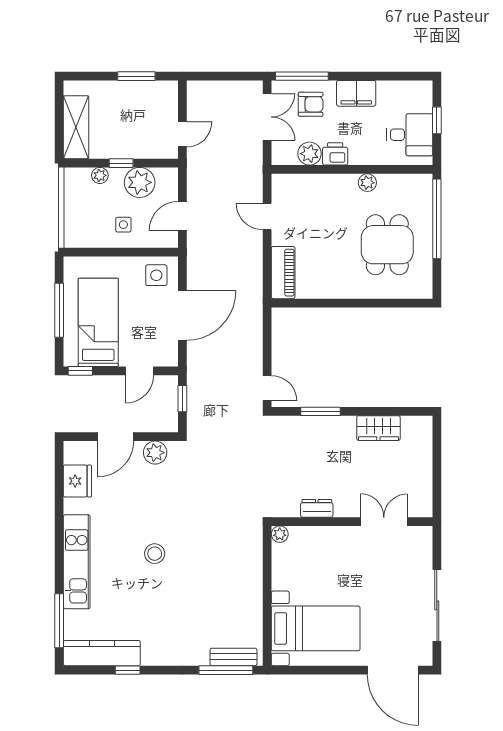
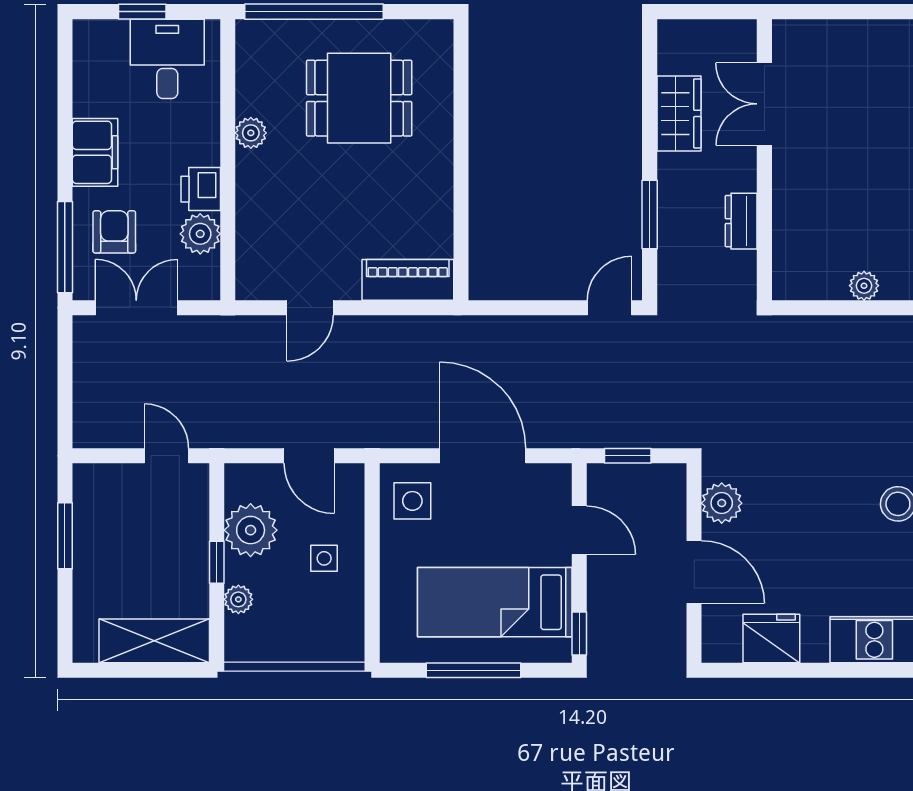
dresser: (317, 508) -> (741, 221), moved
wall: (352, 522) -> (764, 160), moved
double door: (384, 522) -> (764, 104), moved

